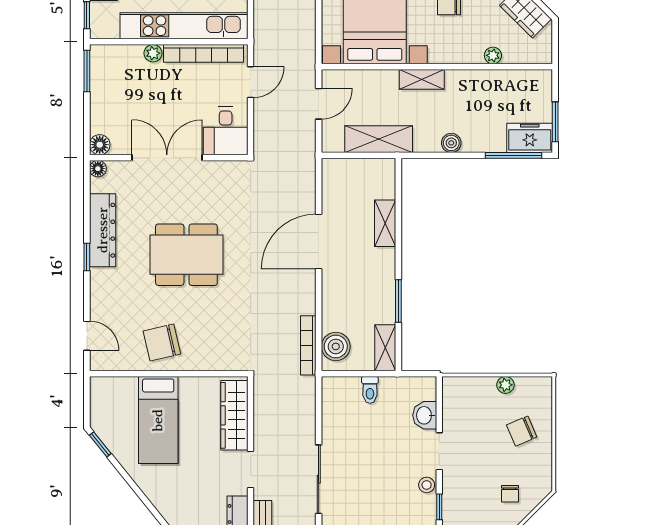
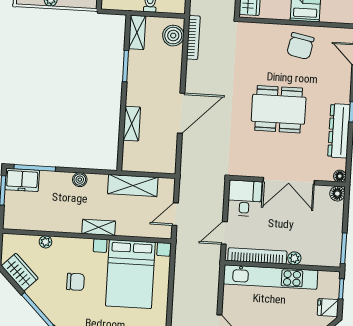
chair: (162, 342) -> (300, 46), turned 114

